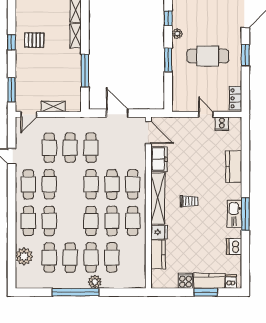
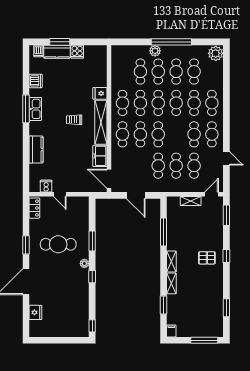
cafe table: (70, 221) -> (176, 103), added
kitchen counter: (158, 254) -> (101, 74), removed
plant: (24, 256) -> (216, 53), moved

